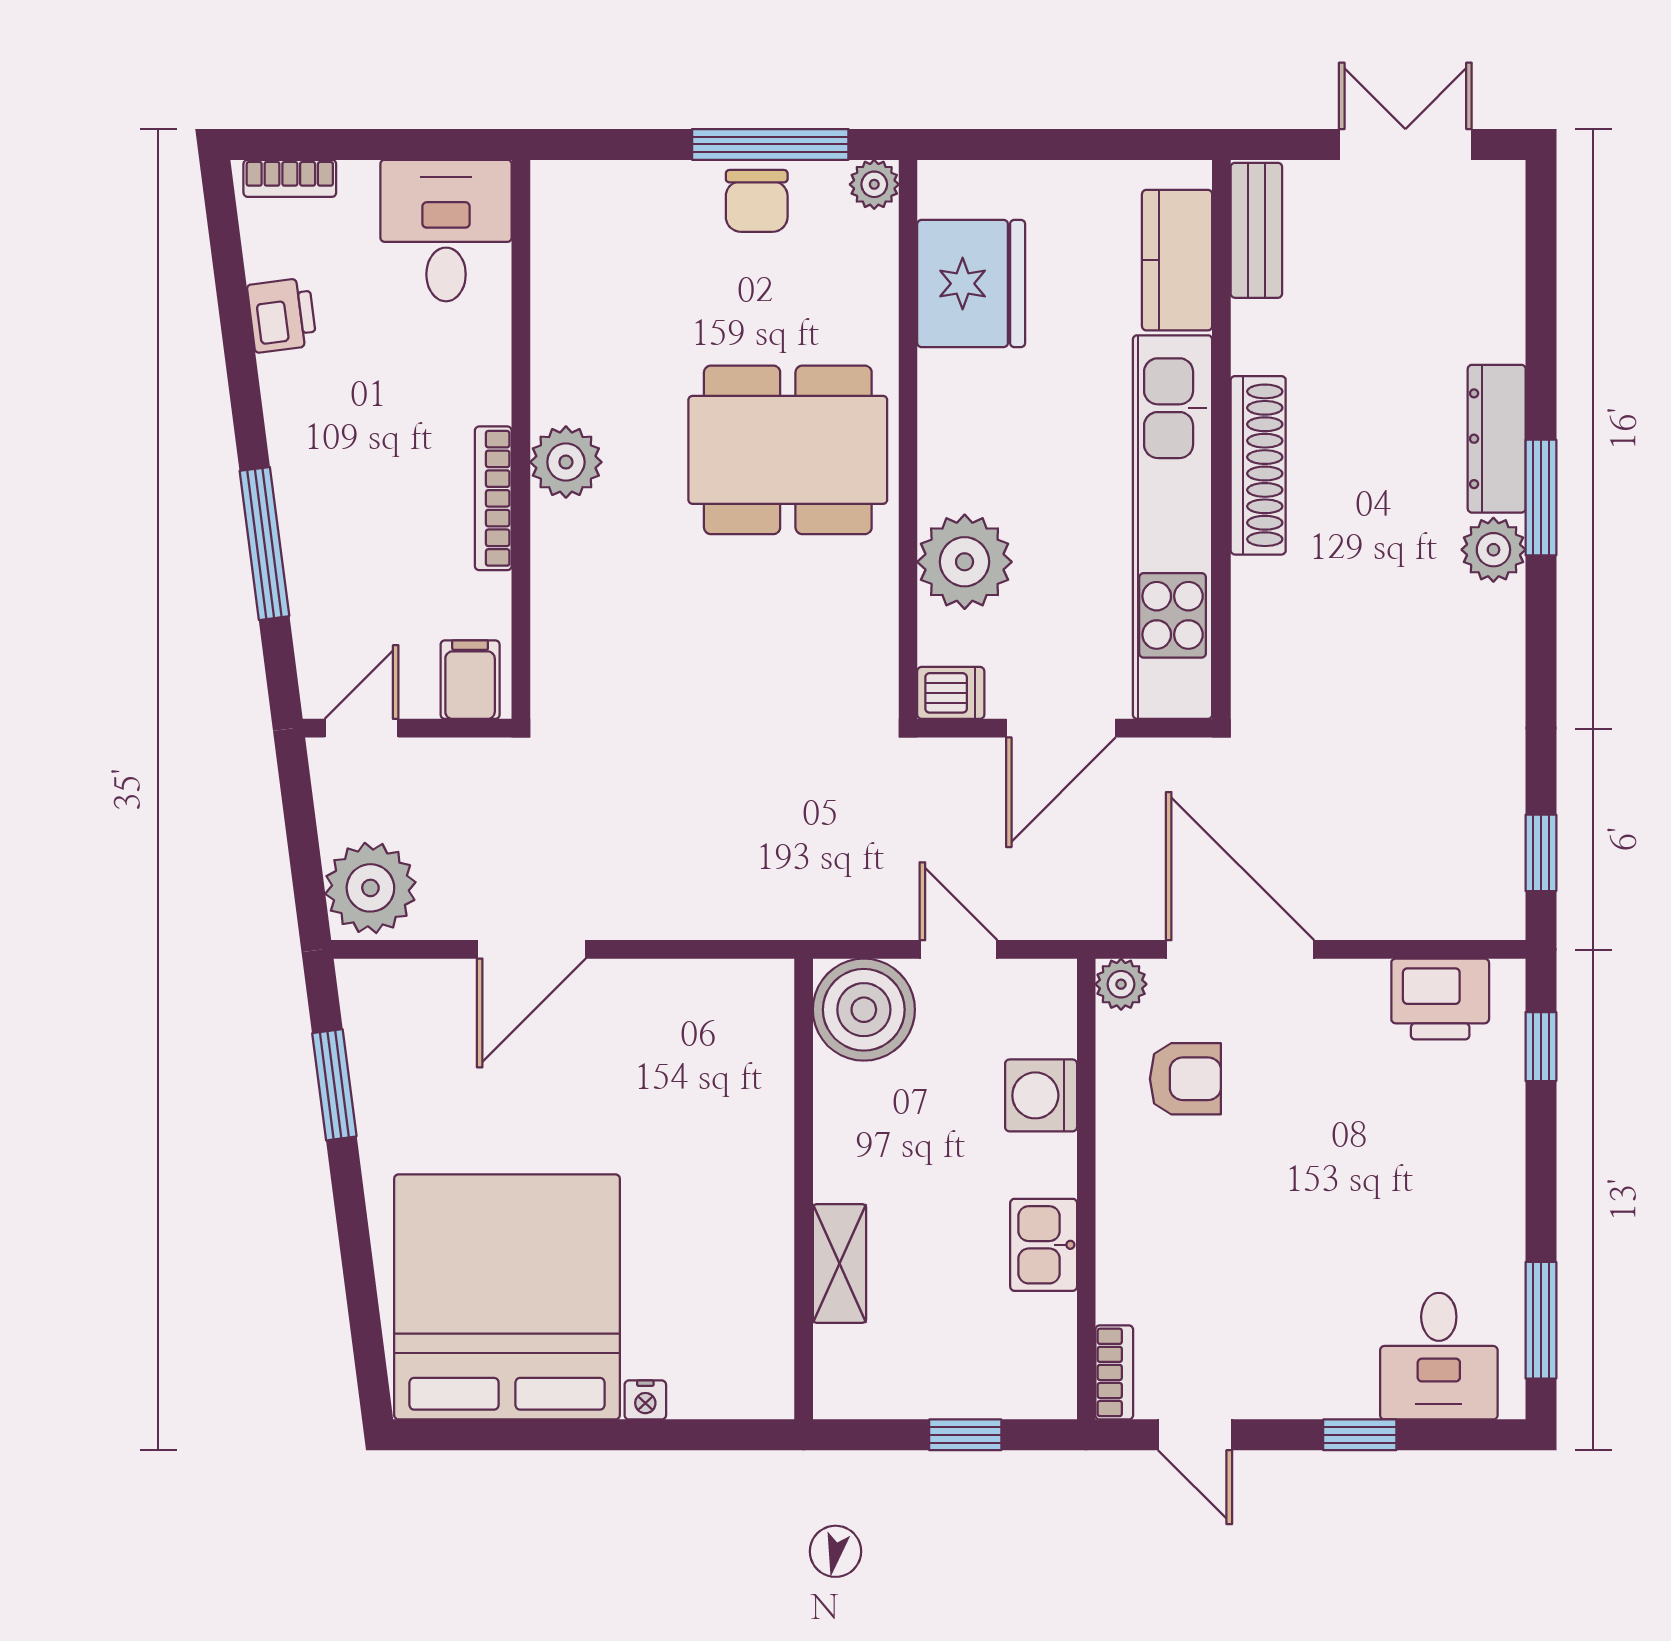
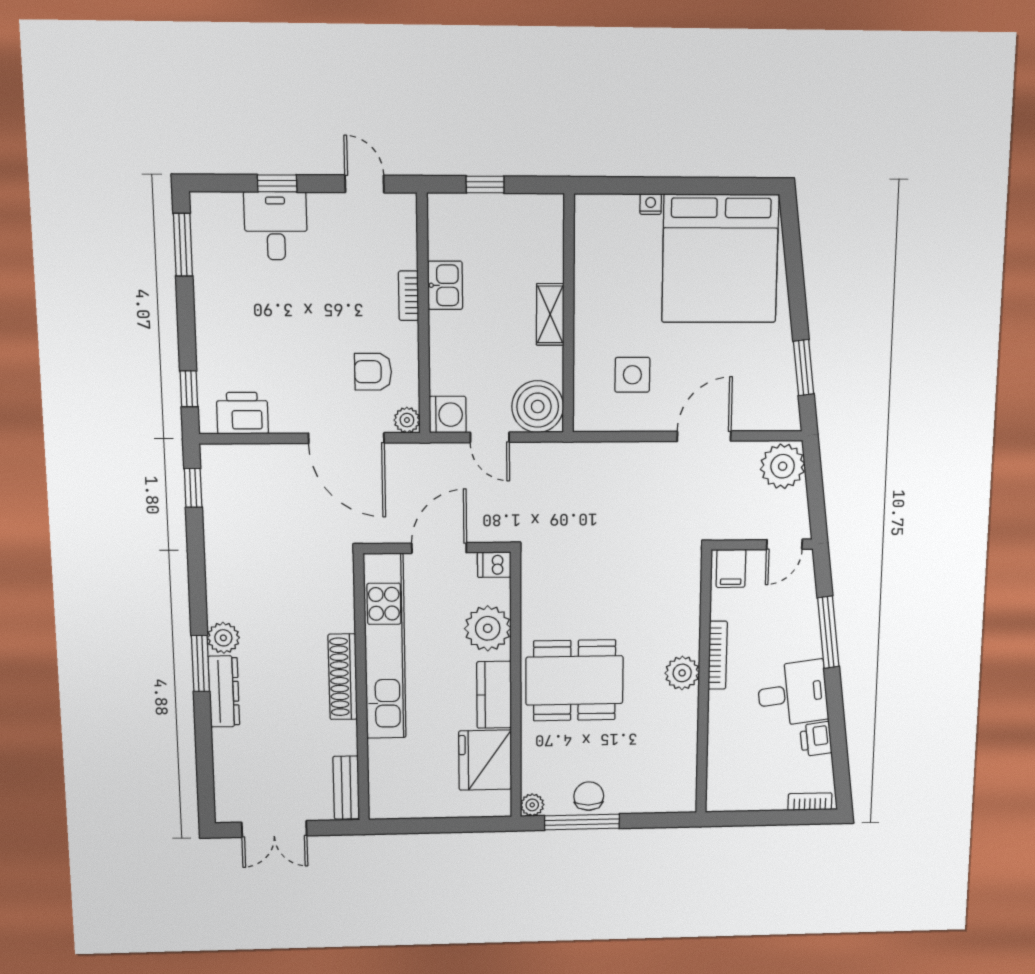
desk: (446, 231) -> (793, 694), moved, turned -97
kitchen counter: (1177, 260) -> (494, 695), moved, turned 180
side table: (677, 1072) -> (632, 375), added
washing machine: (1041, 1095) -> (448, 415), moved
shelving: (840, 1263) -> (550, 314), moved
desk: (1439, 1356) -> (276, 226), moved
bookcase: (1114, 1372) -> (409, 296), moved

